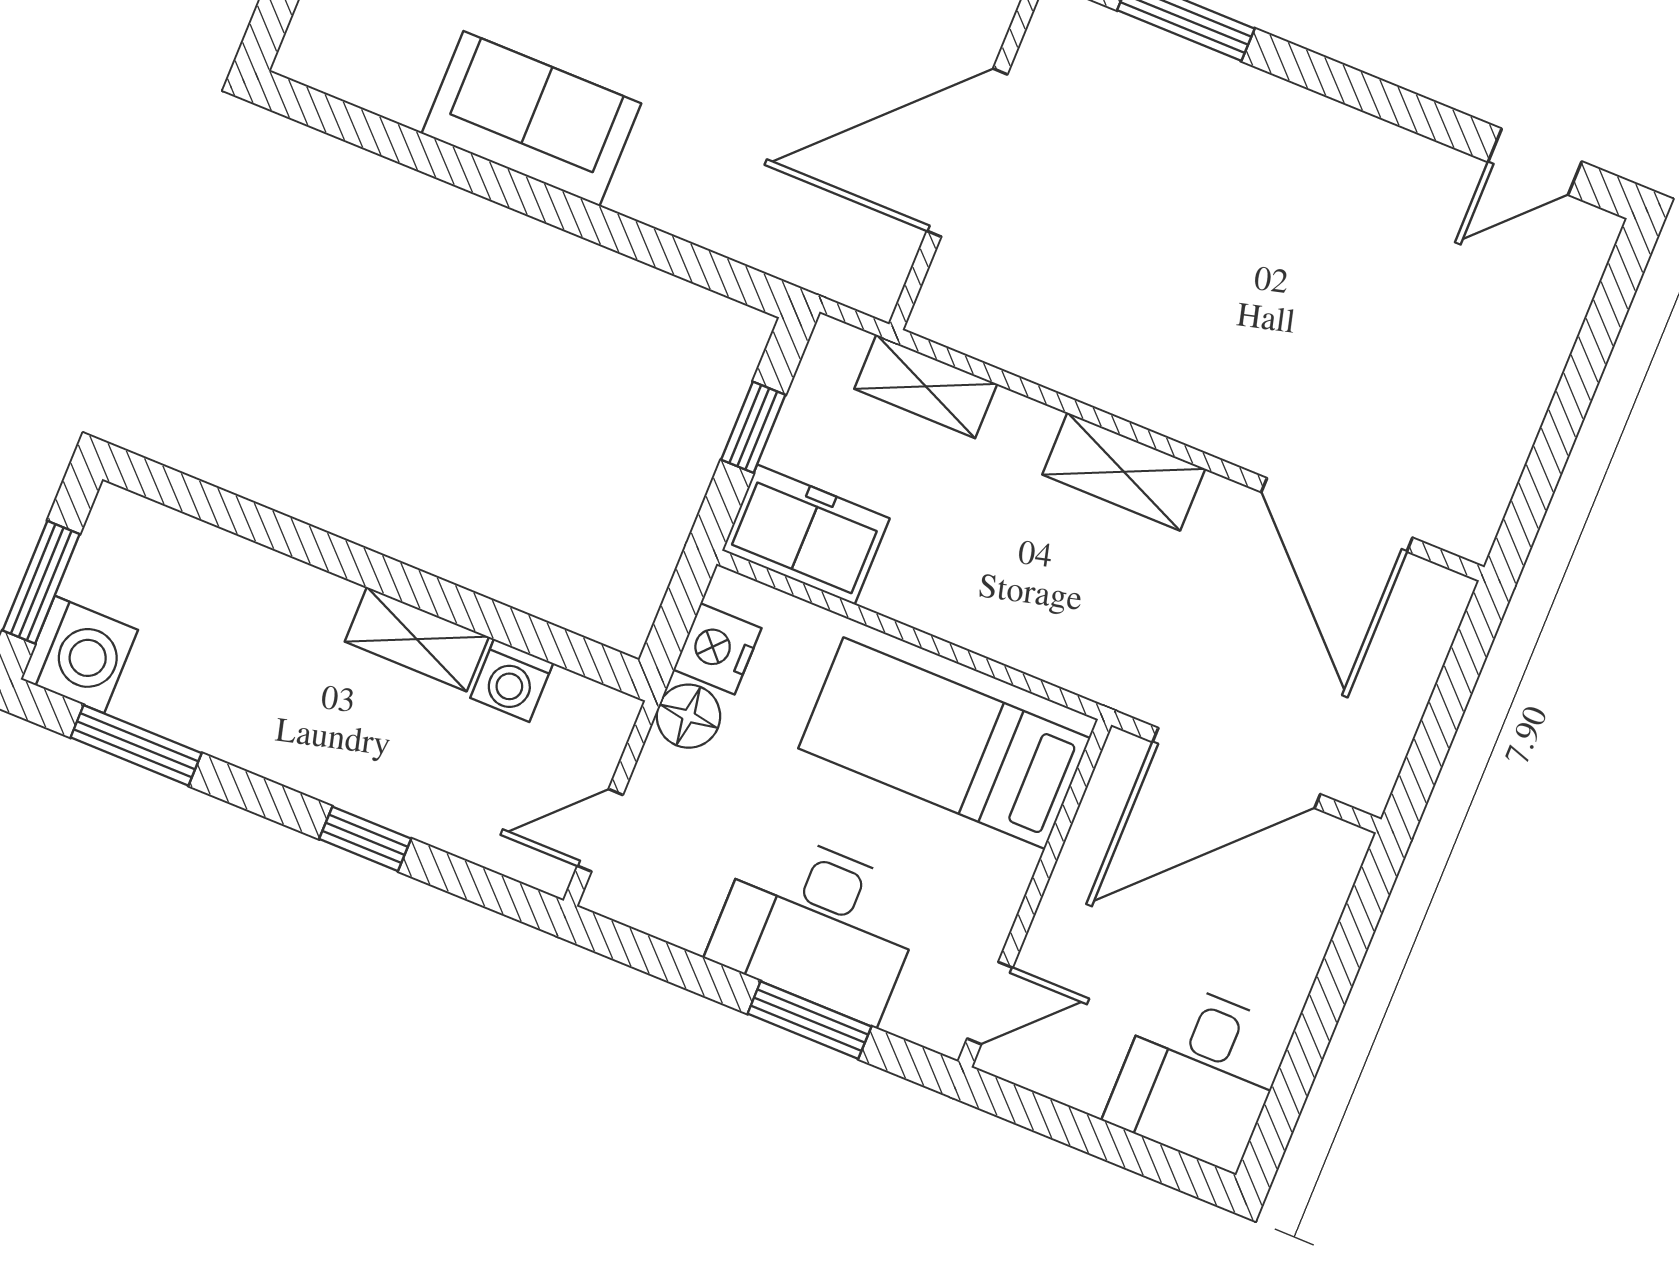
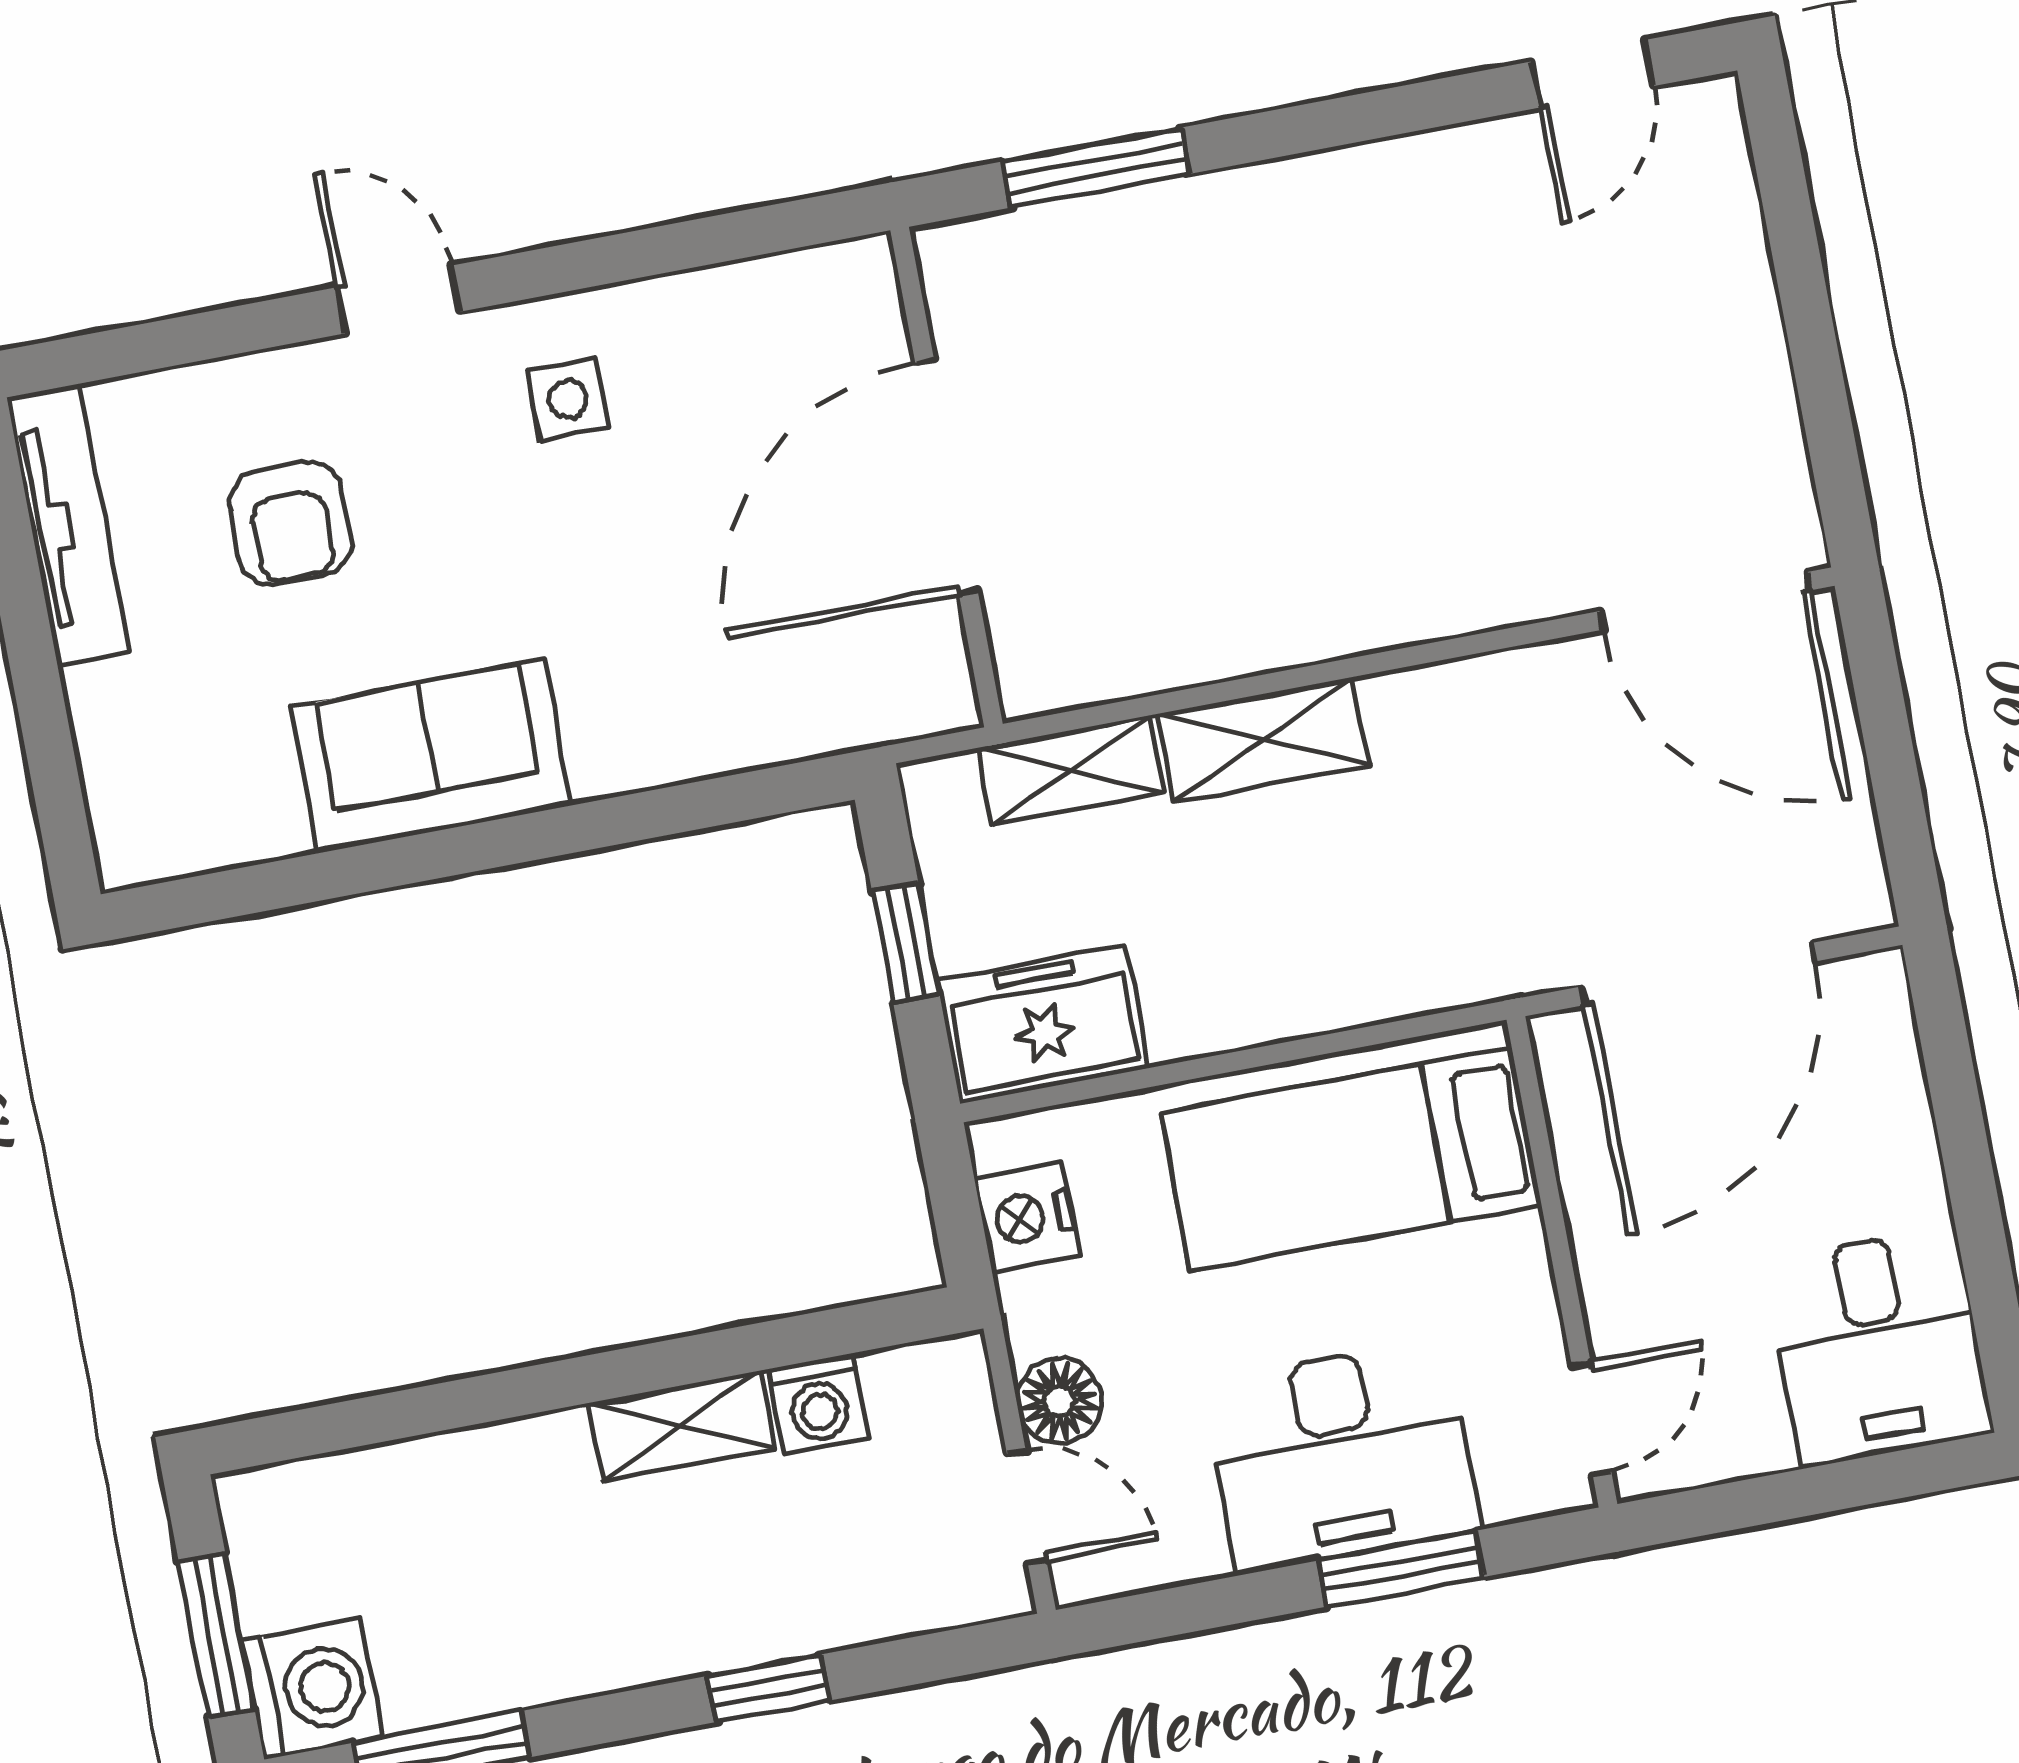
shelving: (1124, 472) -> (1263, 740), moved
door: (1337, 515) -> (1705, 601), moved
floor lamp: (688, 716) -> (1059, 1401), moved
door: (600, 830) -> (1027, 1508), swing flipped

